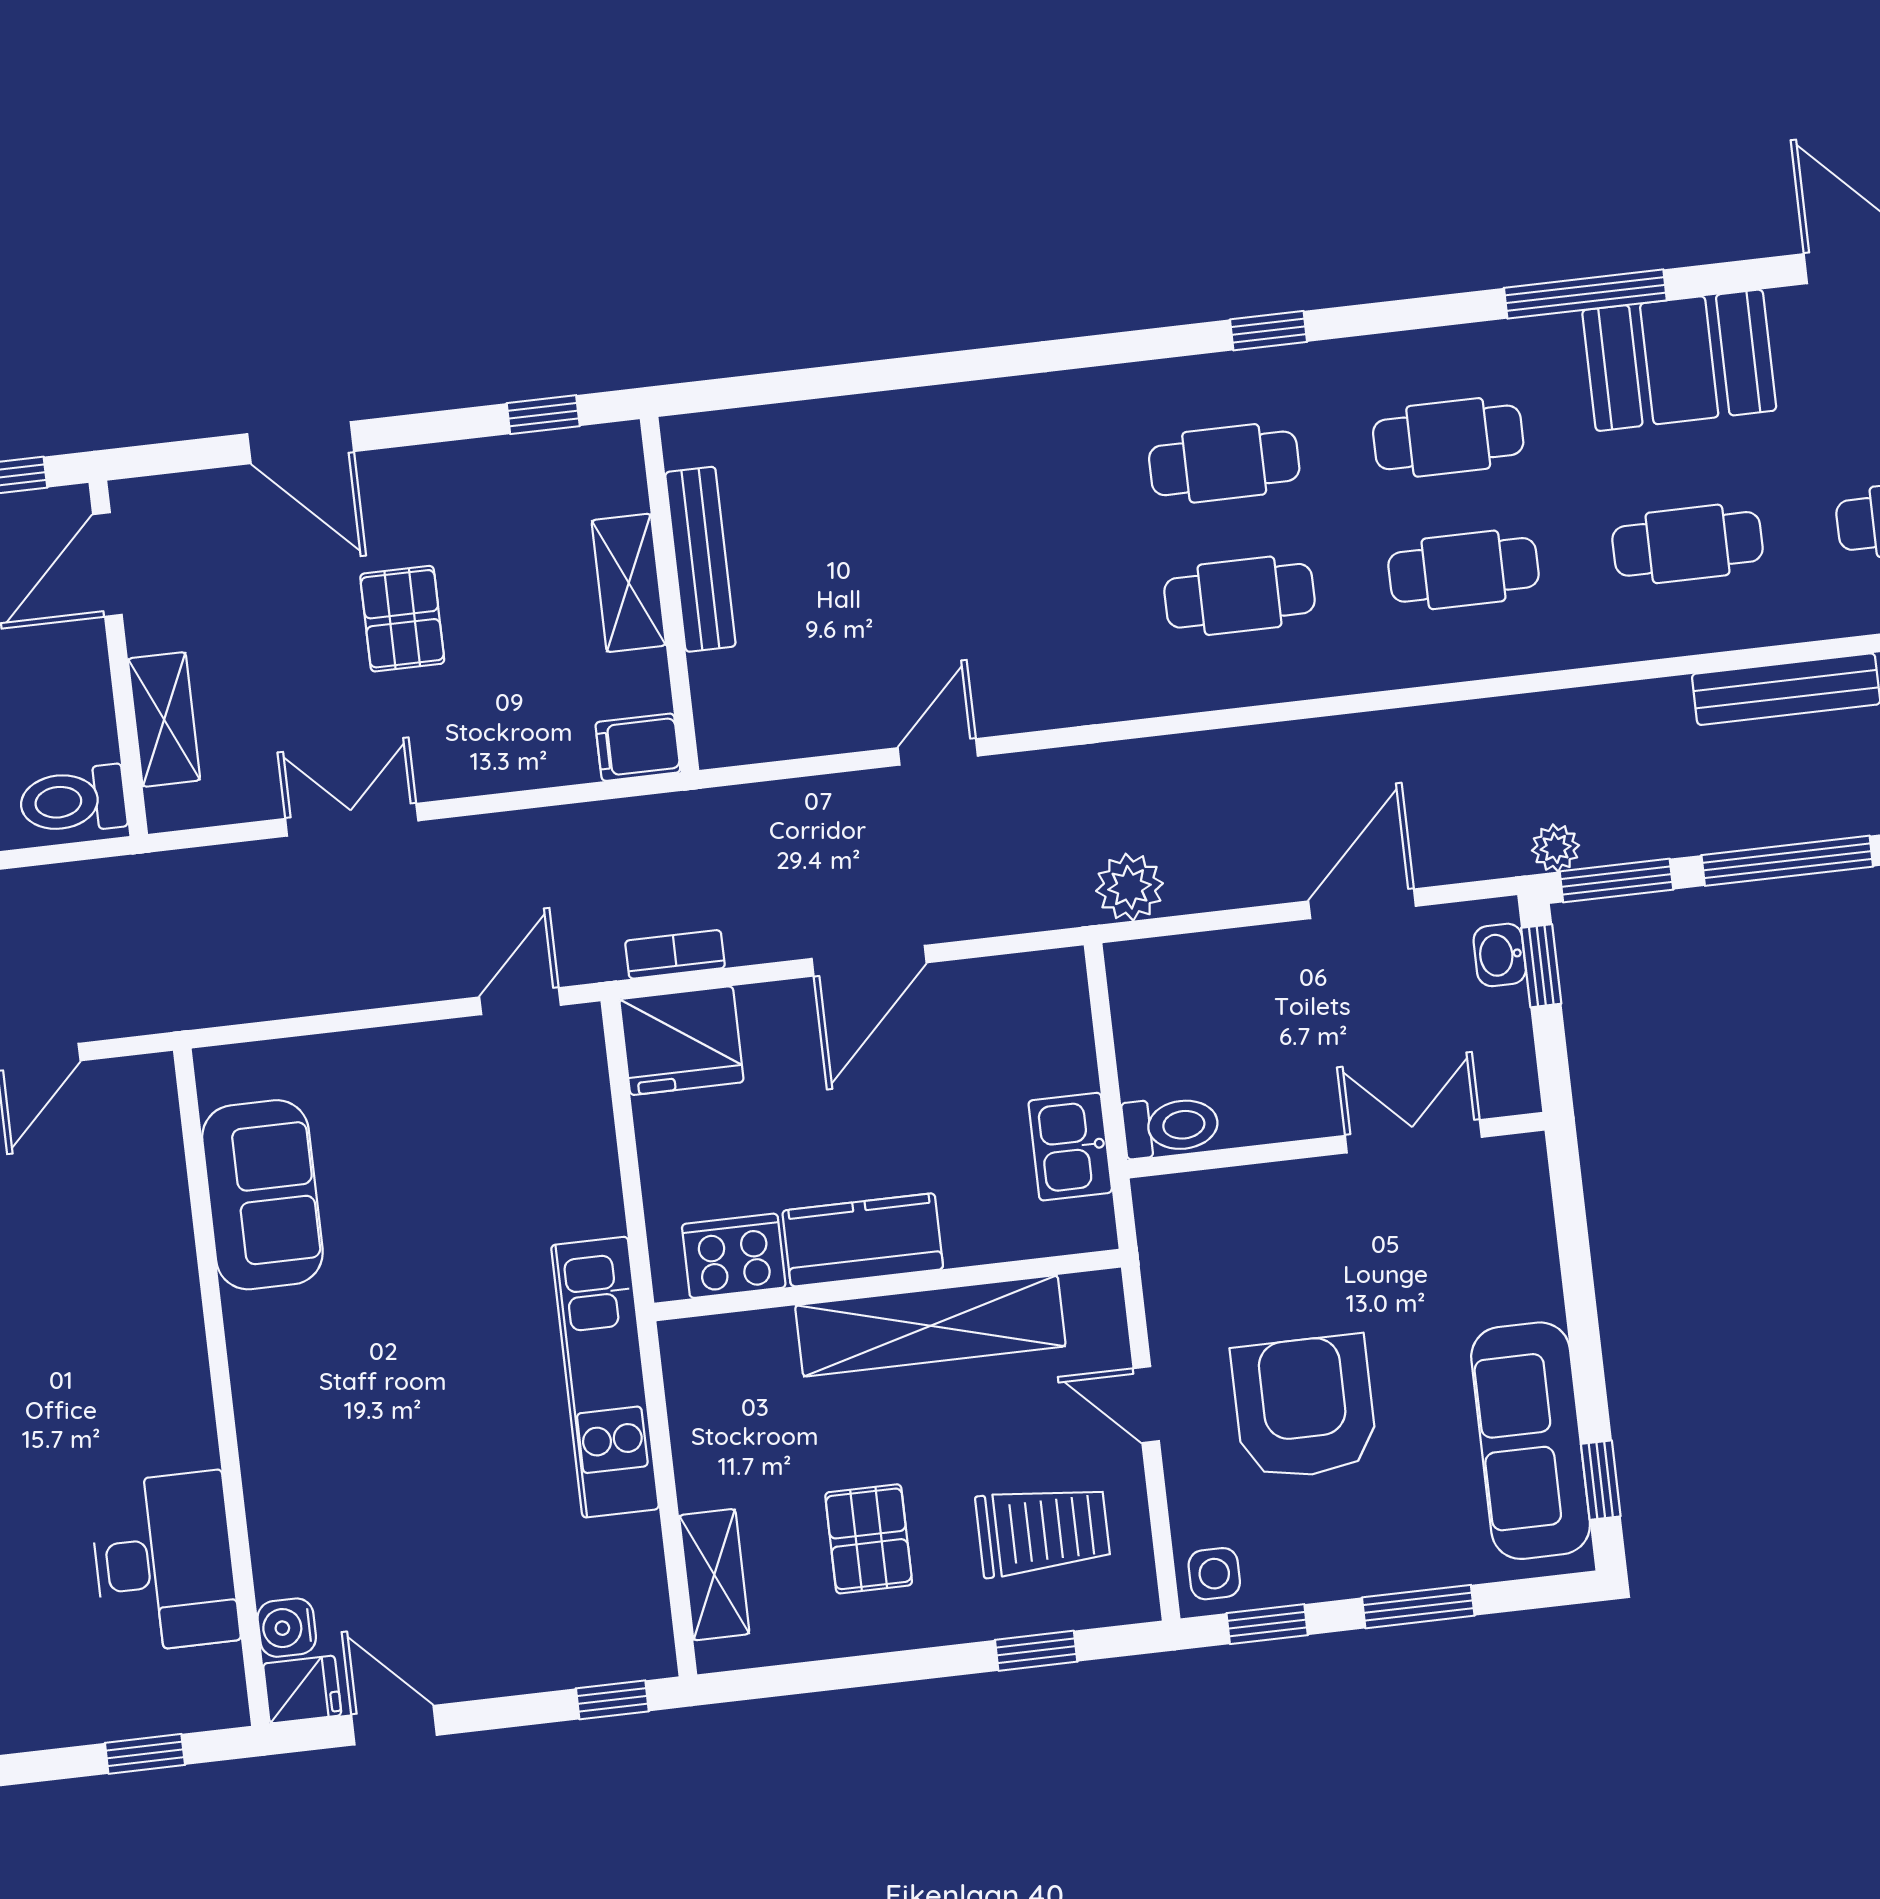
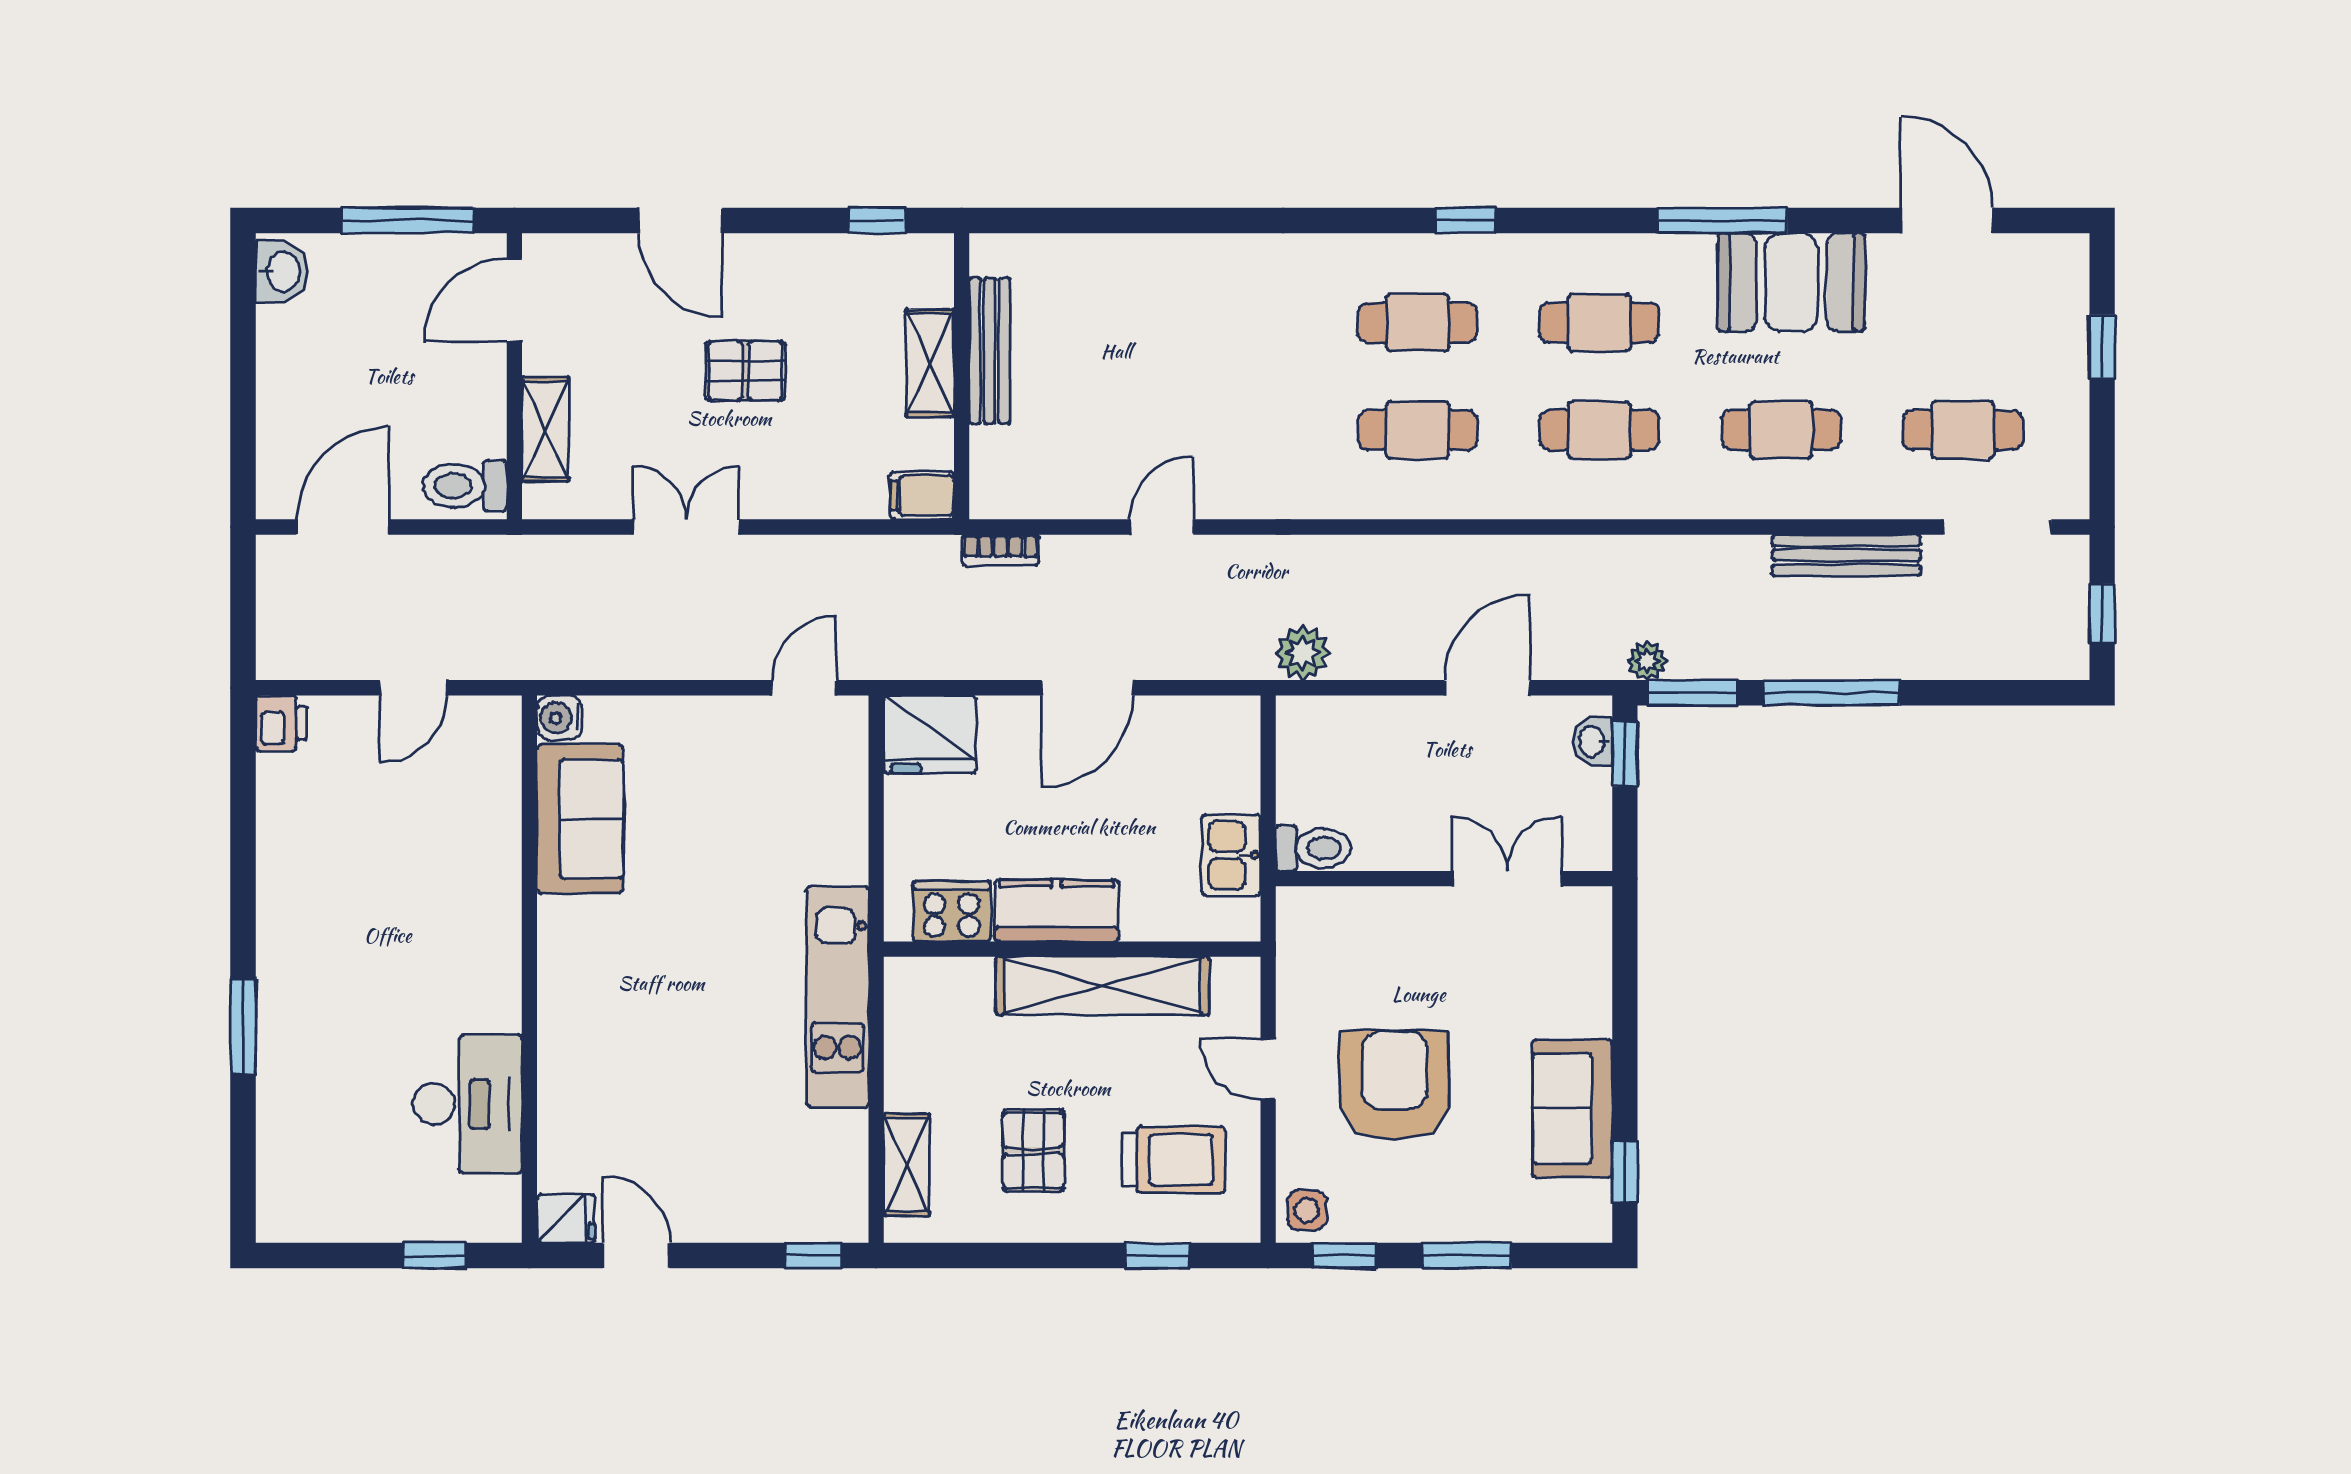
pallet: (402, 619) -> (745, 371), turned 90
bookcase: (675, 954) -> (1001, 550), moved, turned 180
sofa: (1531, 1441) -> (1572, 1108), width x0.73
water cooler: (287, 1628) -> (560, 718), moved

